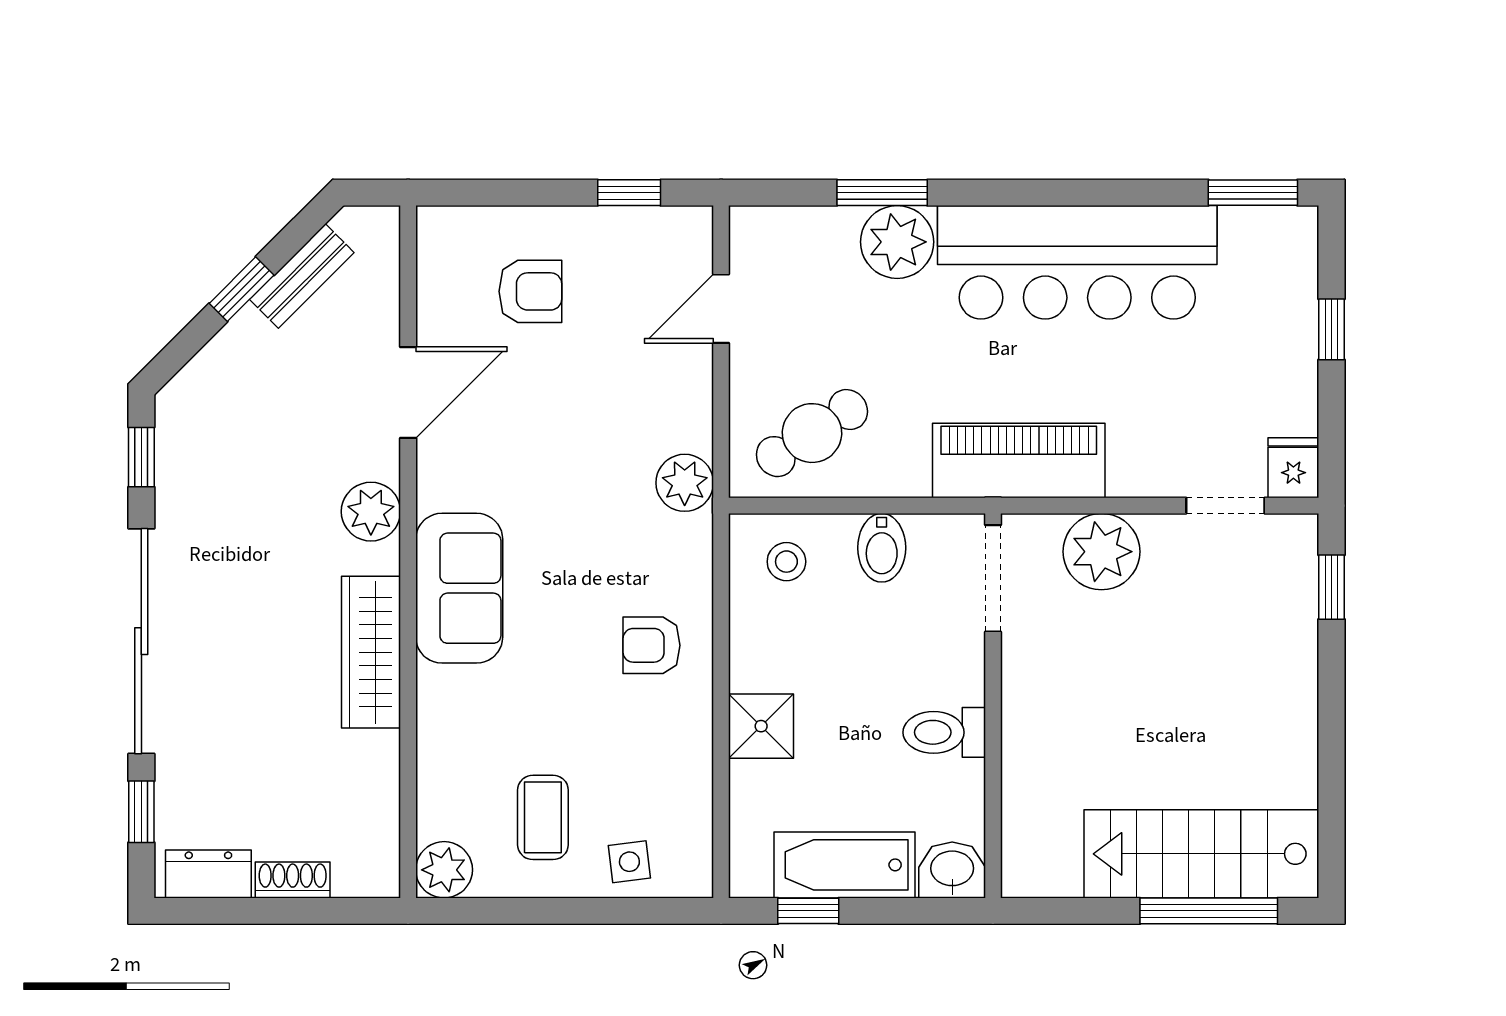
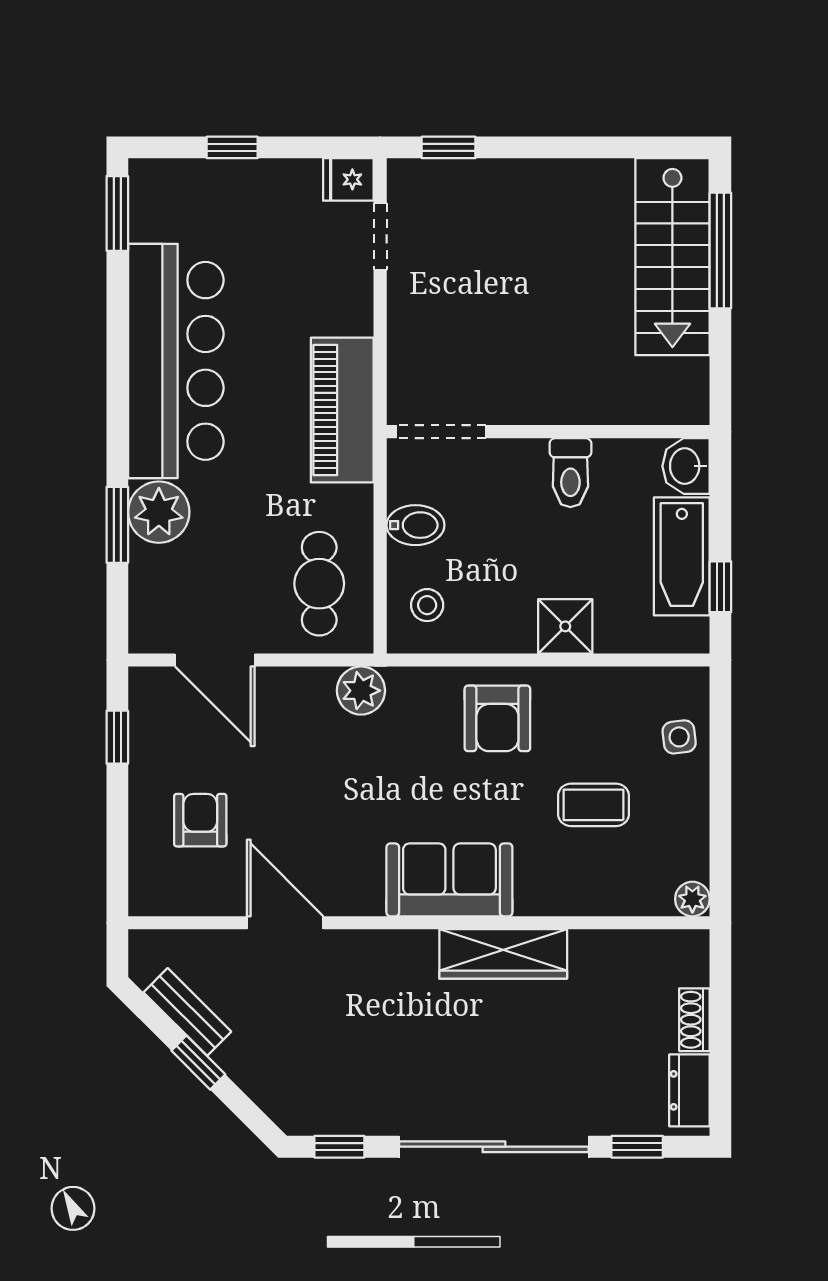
door: (721, 309) -> (215, 660), width x1.38
cafe table: (812, 433) -> (319, 584), turned 33
plant: (371, 512) -> (385, 954), removed
plant: (1101, 552) -> (419, 341), removed
armchair: (652, 645) -> (497, 718), width x1.38, depth x1.38
coffee table: (543, 817) -> (593, 805), moved
plant: (444, 870) -> (692, 899), width x0.73, depth x0.73

